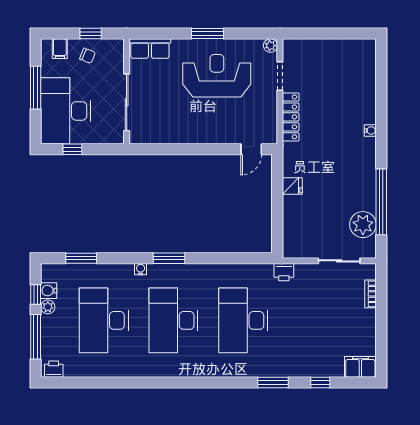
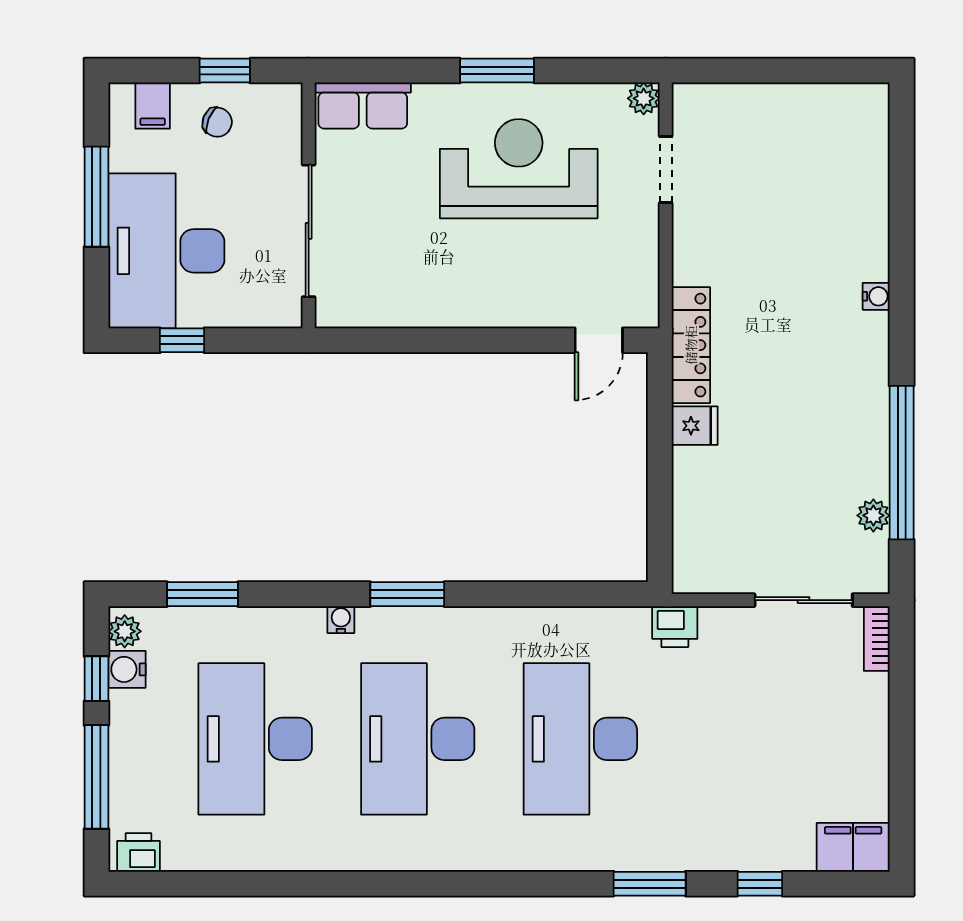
locker: (291, 117) -> (691, 345), moved
plant: (363, 225) -> (873, 515), width x0.53, depth x0.53
bookcase: (370, 294) -> (877, 638), moved
plant: (48, 307) -> (125, 631), moved

